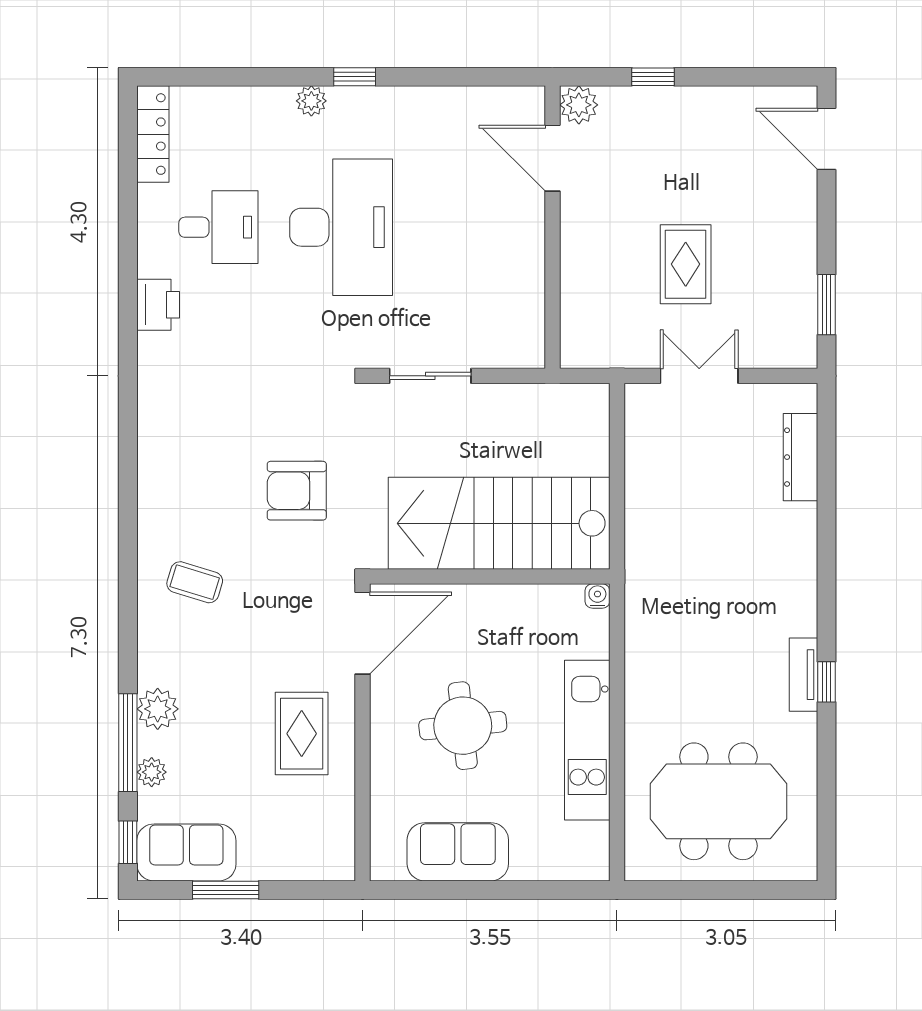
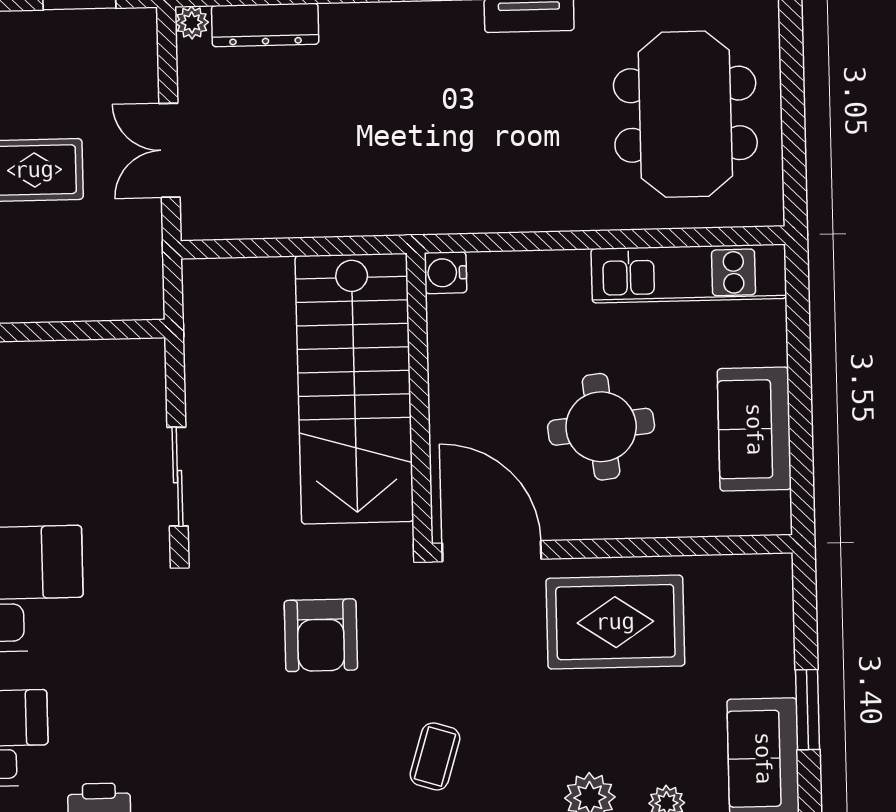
plant: (804, 397) -> (192, 23), added
water cooler: (597, 596) -> (446, 273), width x1.38, depth x1.38
rug: (302, 734) -> (615, 622), width x1.36, depth x1.43
kitchen unit: (587, 740) -> (689, 273), moved

